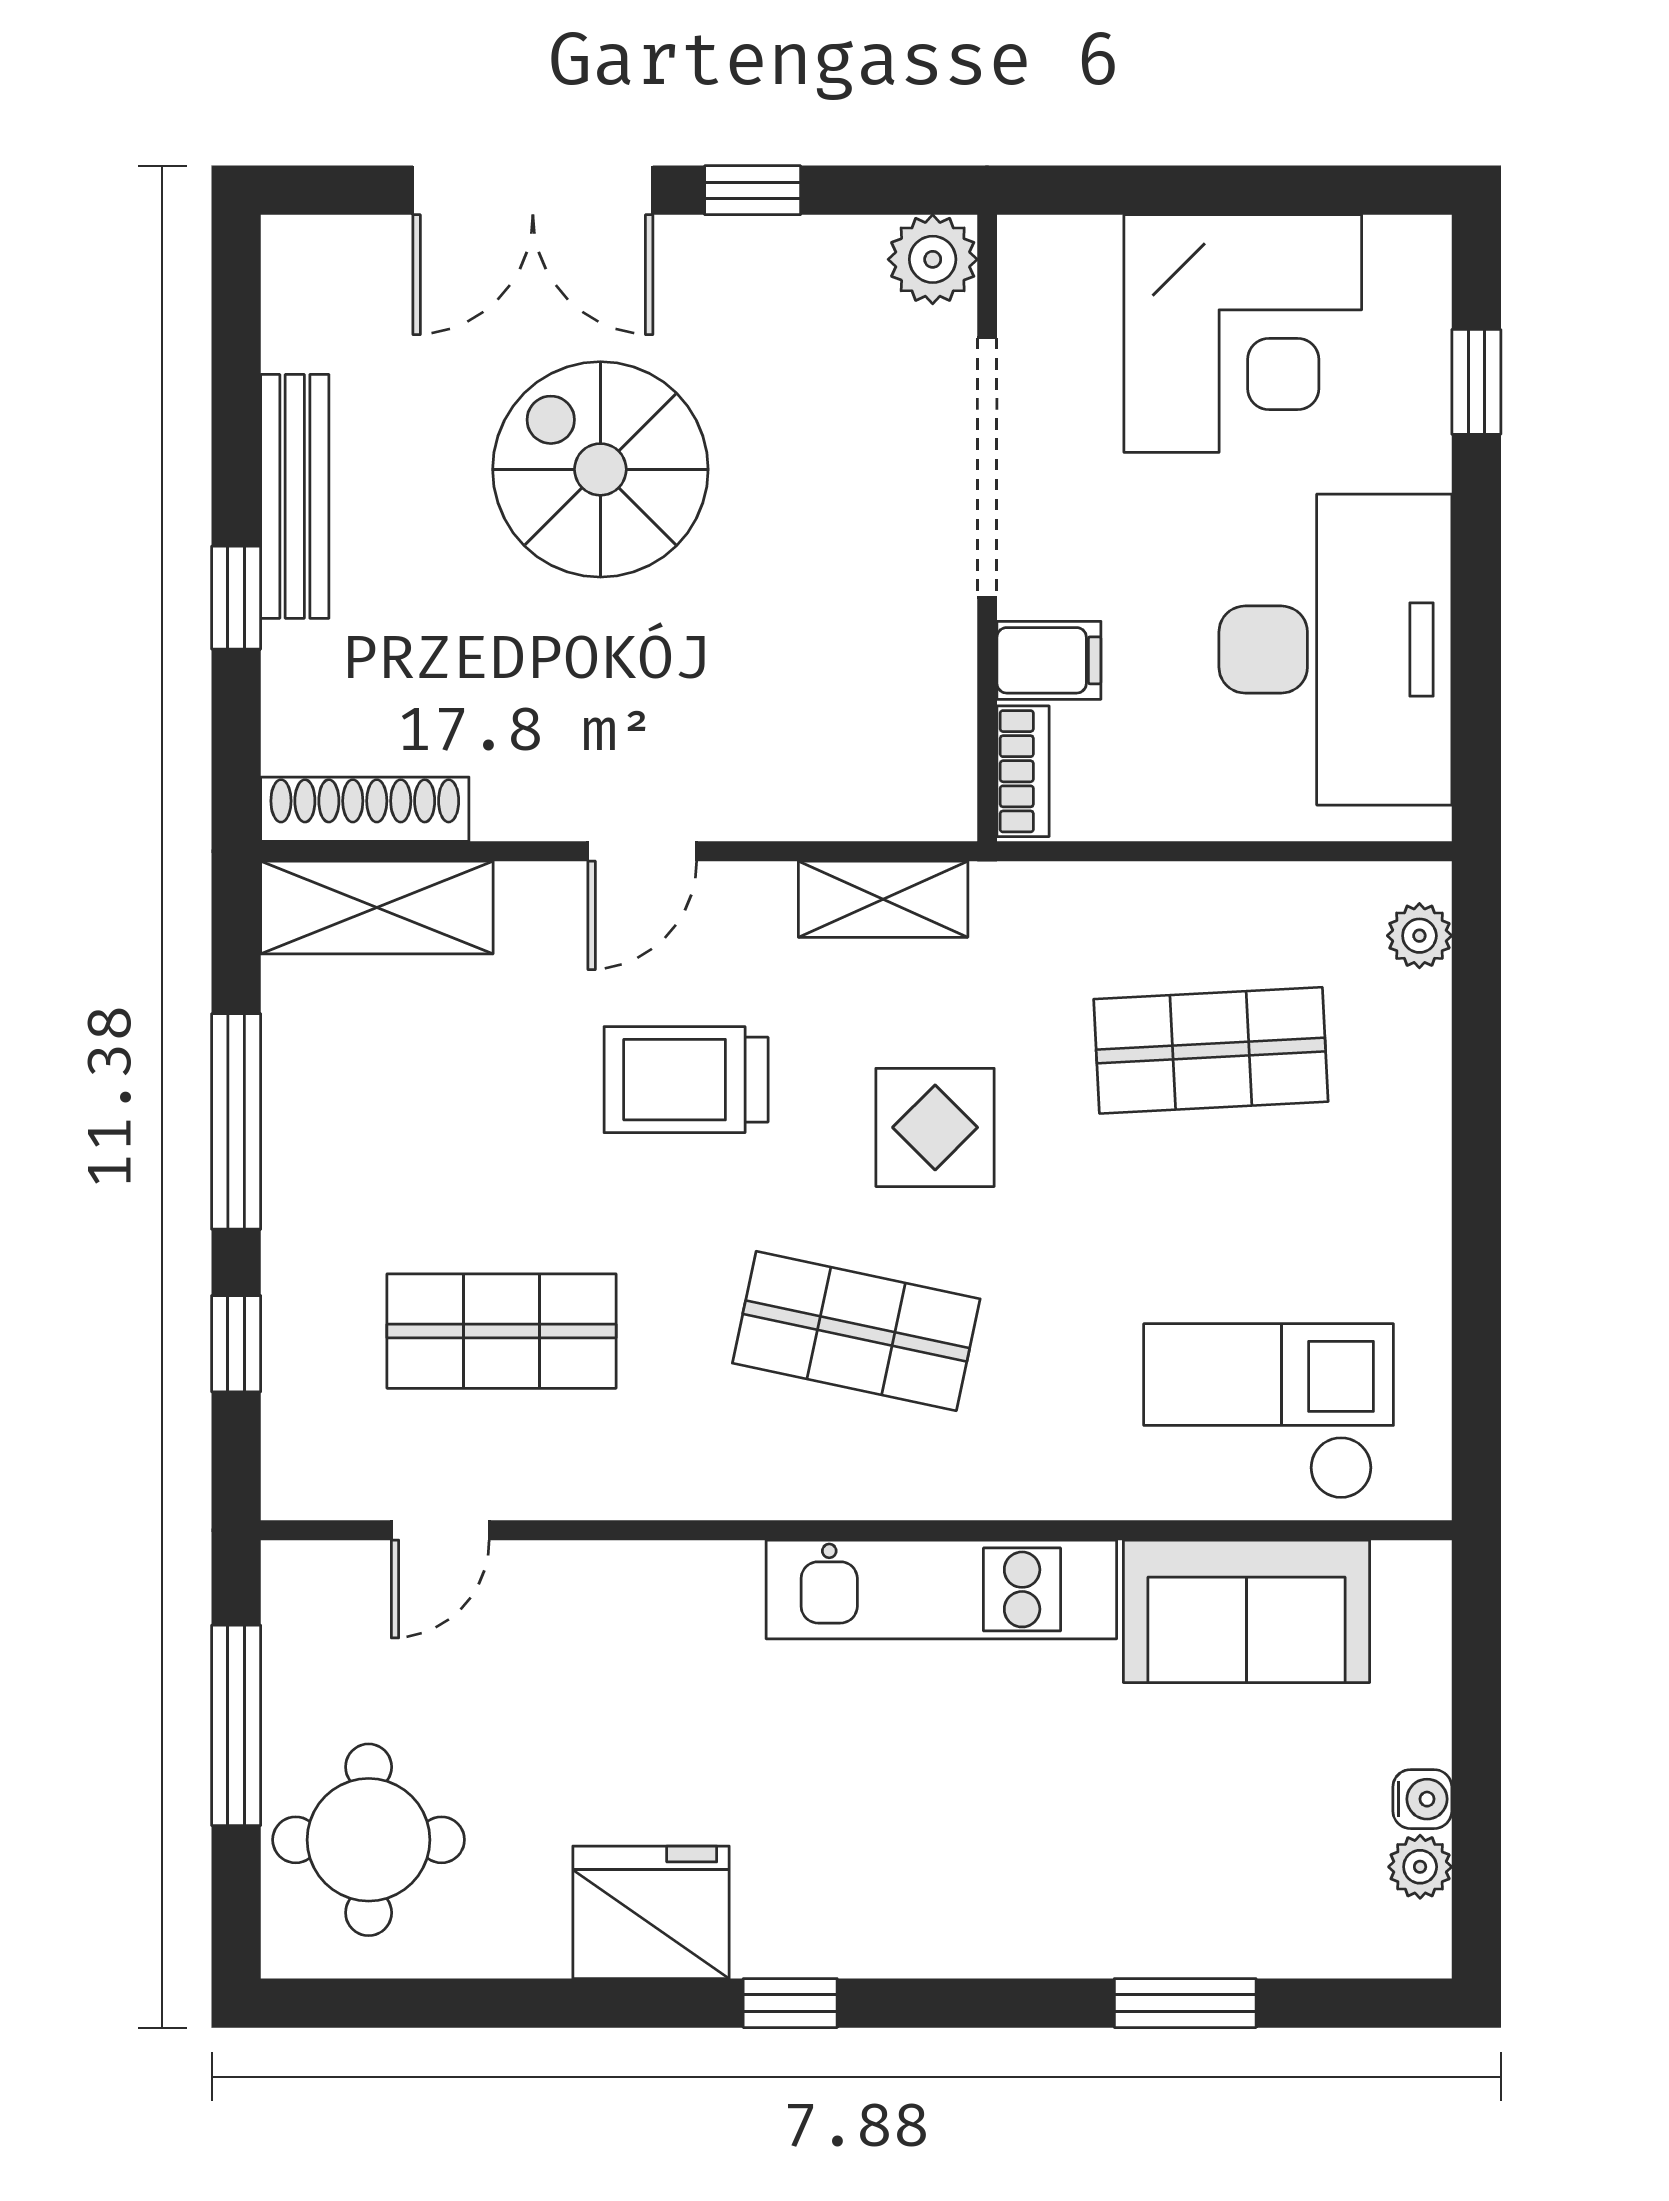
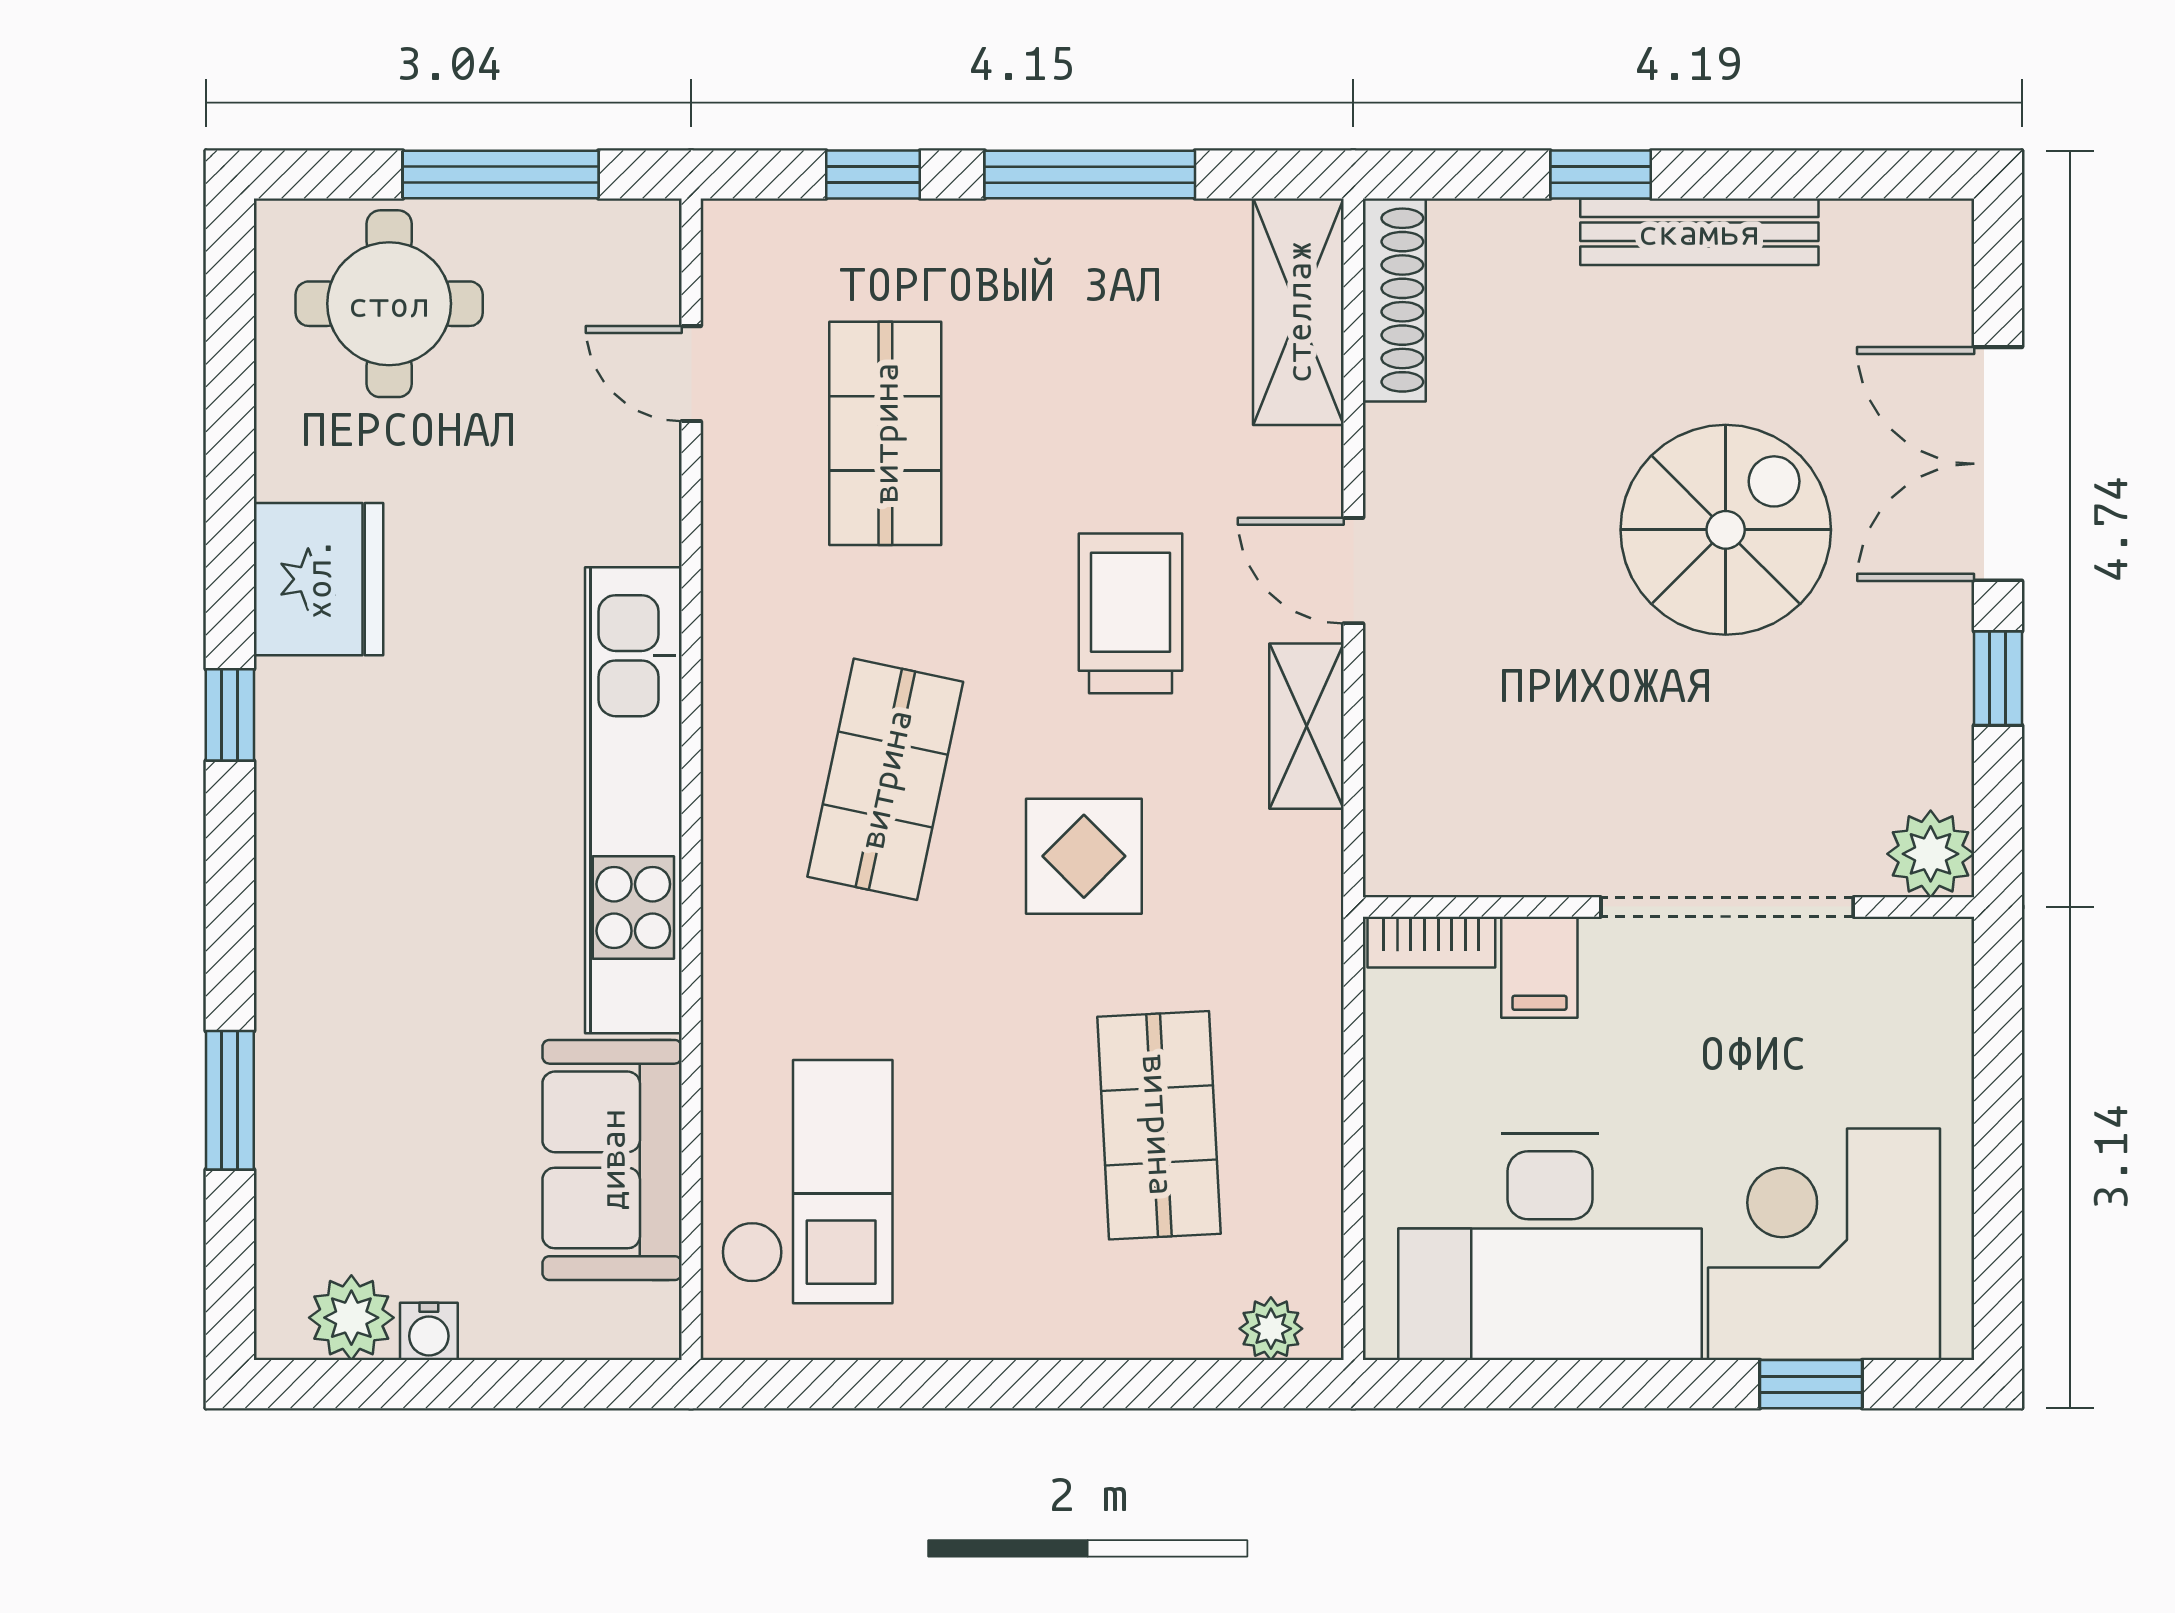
corner desk: (1243, 334) -> (1824, 1244), moved, turned 90
shelving: (883, 899) -> (1307, 726), moved
kitchen unit: (941, 1589) -> (633, 800), width x1.36
plant: (1420, 1867) -> (351, 1318), width x1.38, depth x1.38

